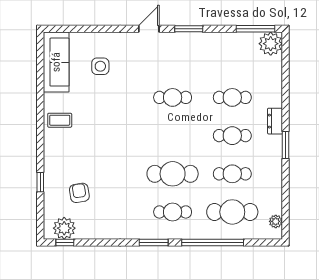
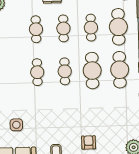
cafe table: (173, 136) -> (65, 71), added
armchair: (79, 193) -> (89, 142), moved, turned 99
cafe table: (173, 212) -> (120, 70), width x1.37, depth x1.35

